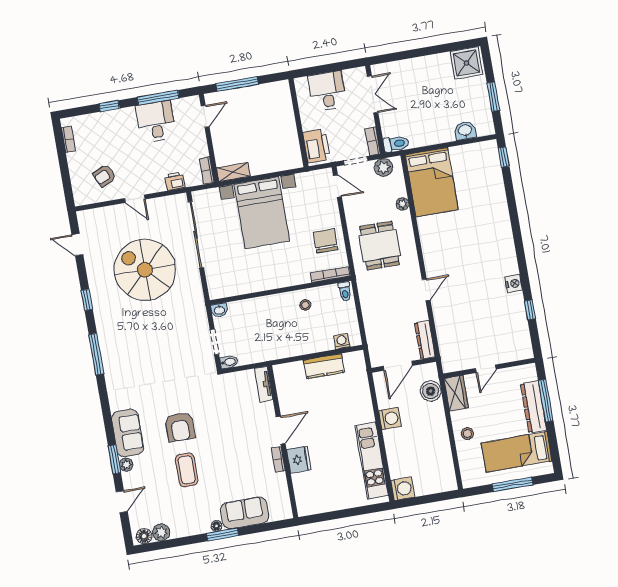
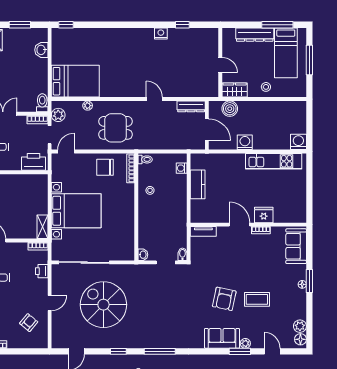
armchair: (104, 176) -> (29, 323), turned -115
spiral stairs: (145, 270) -> (103, 305), turned 90
window: (546, 401) -> (277, 25), moved
armchair: (180, 427) -> (224, 299), turned 102
sofa: (245, 513) -> (296, 246), moved

